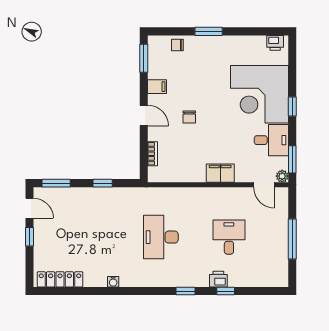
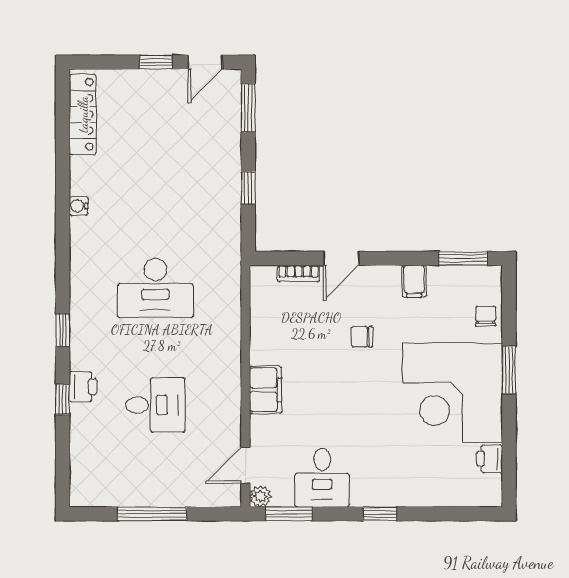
printer: (275, 43) -> (489, 459), moved
corner desk: (259, 94) -> (453, 393), moved, turned -90
door: (144, 116) -> (341, 258), moved
desk: (161, 237) -> (155, 288), turned 180

